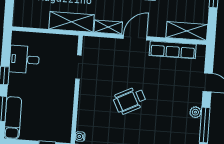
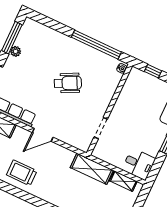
shelving: (108, 27) -> (123, 181), moved
desk: (24, 59) -> (139, 164), moved

